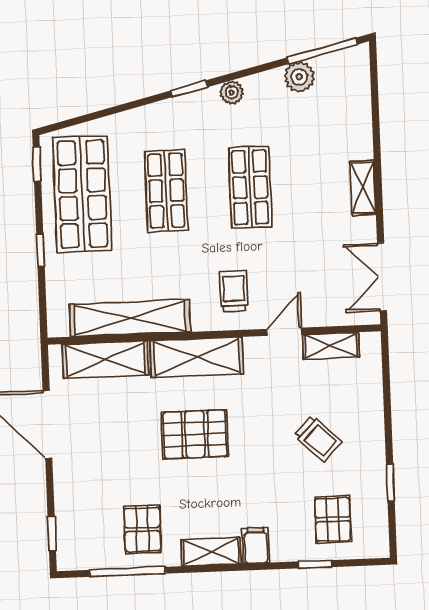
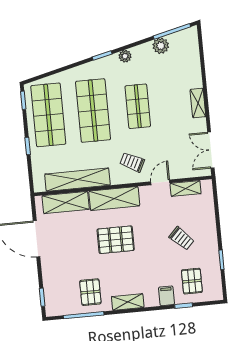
shop shelf: (166, 191) -> (93, 111), width x1.43, depth x1.36
trolley: (234, 291) -> (132, 162), turned -63
filing cabinet: (256, 545) -> (167, 296), moved

